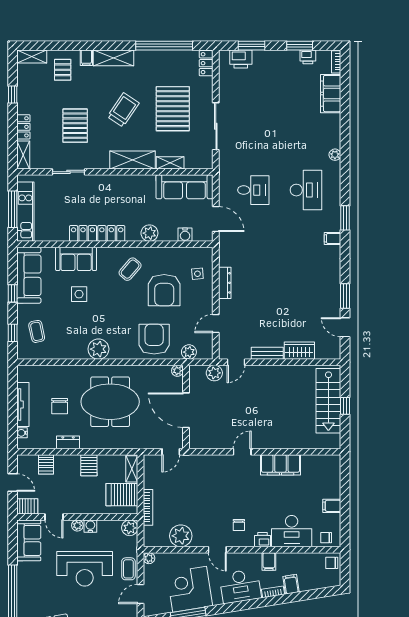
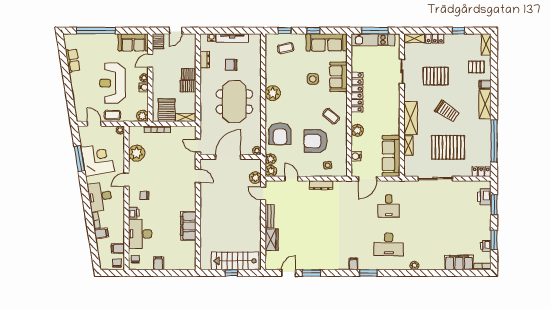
armchair: (154, 339) -> (280, 134), turned 90
plant: (205, 352) -> (271, 171), added
dresser: (68, 442) -> (205, 60), moved
door: (242, 452) -> (198, 176), moved
server rack: (46, 464) -> (189, 74), moved
filing cabinet: (269, 561) -> (118, 249), moved

